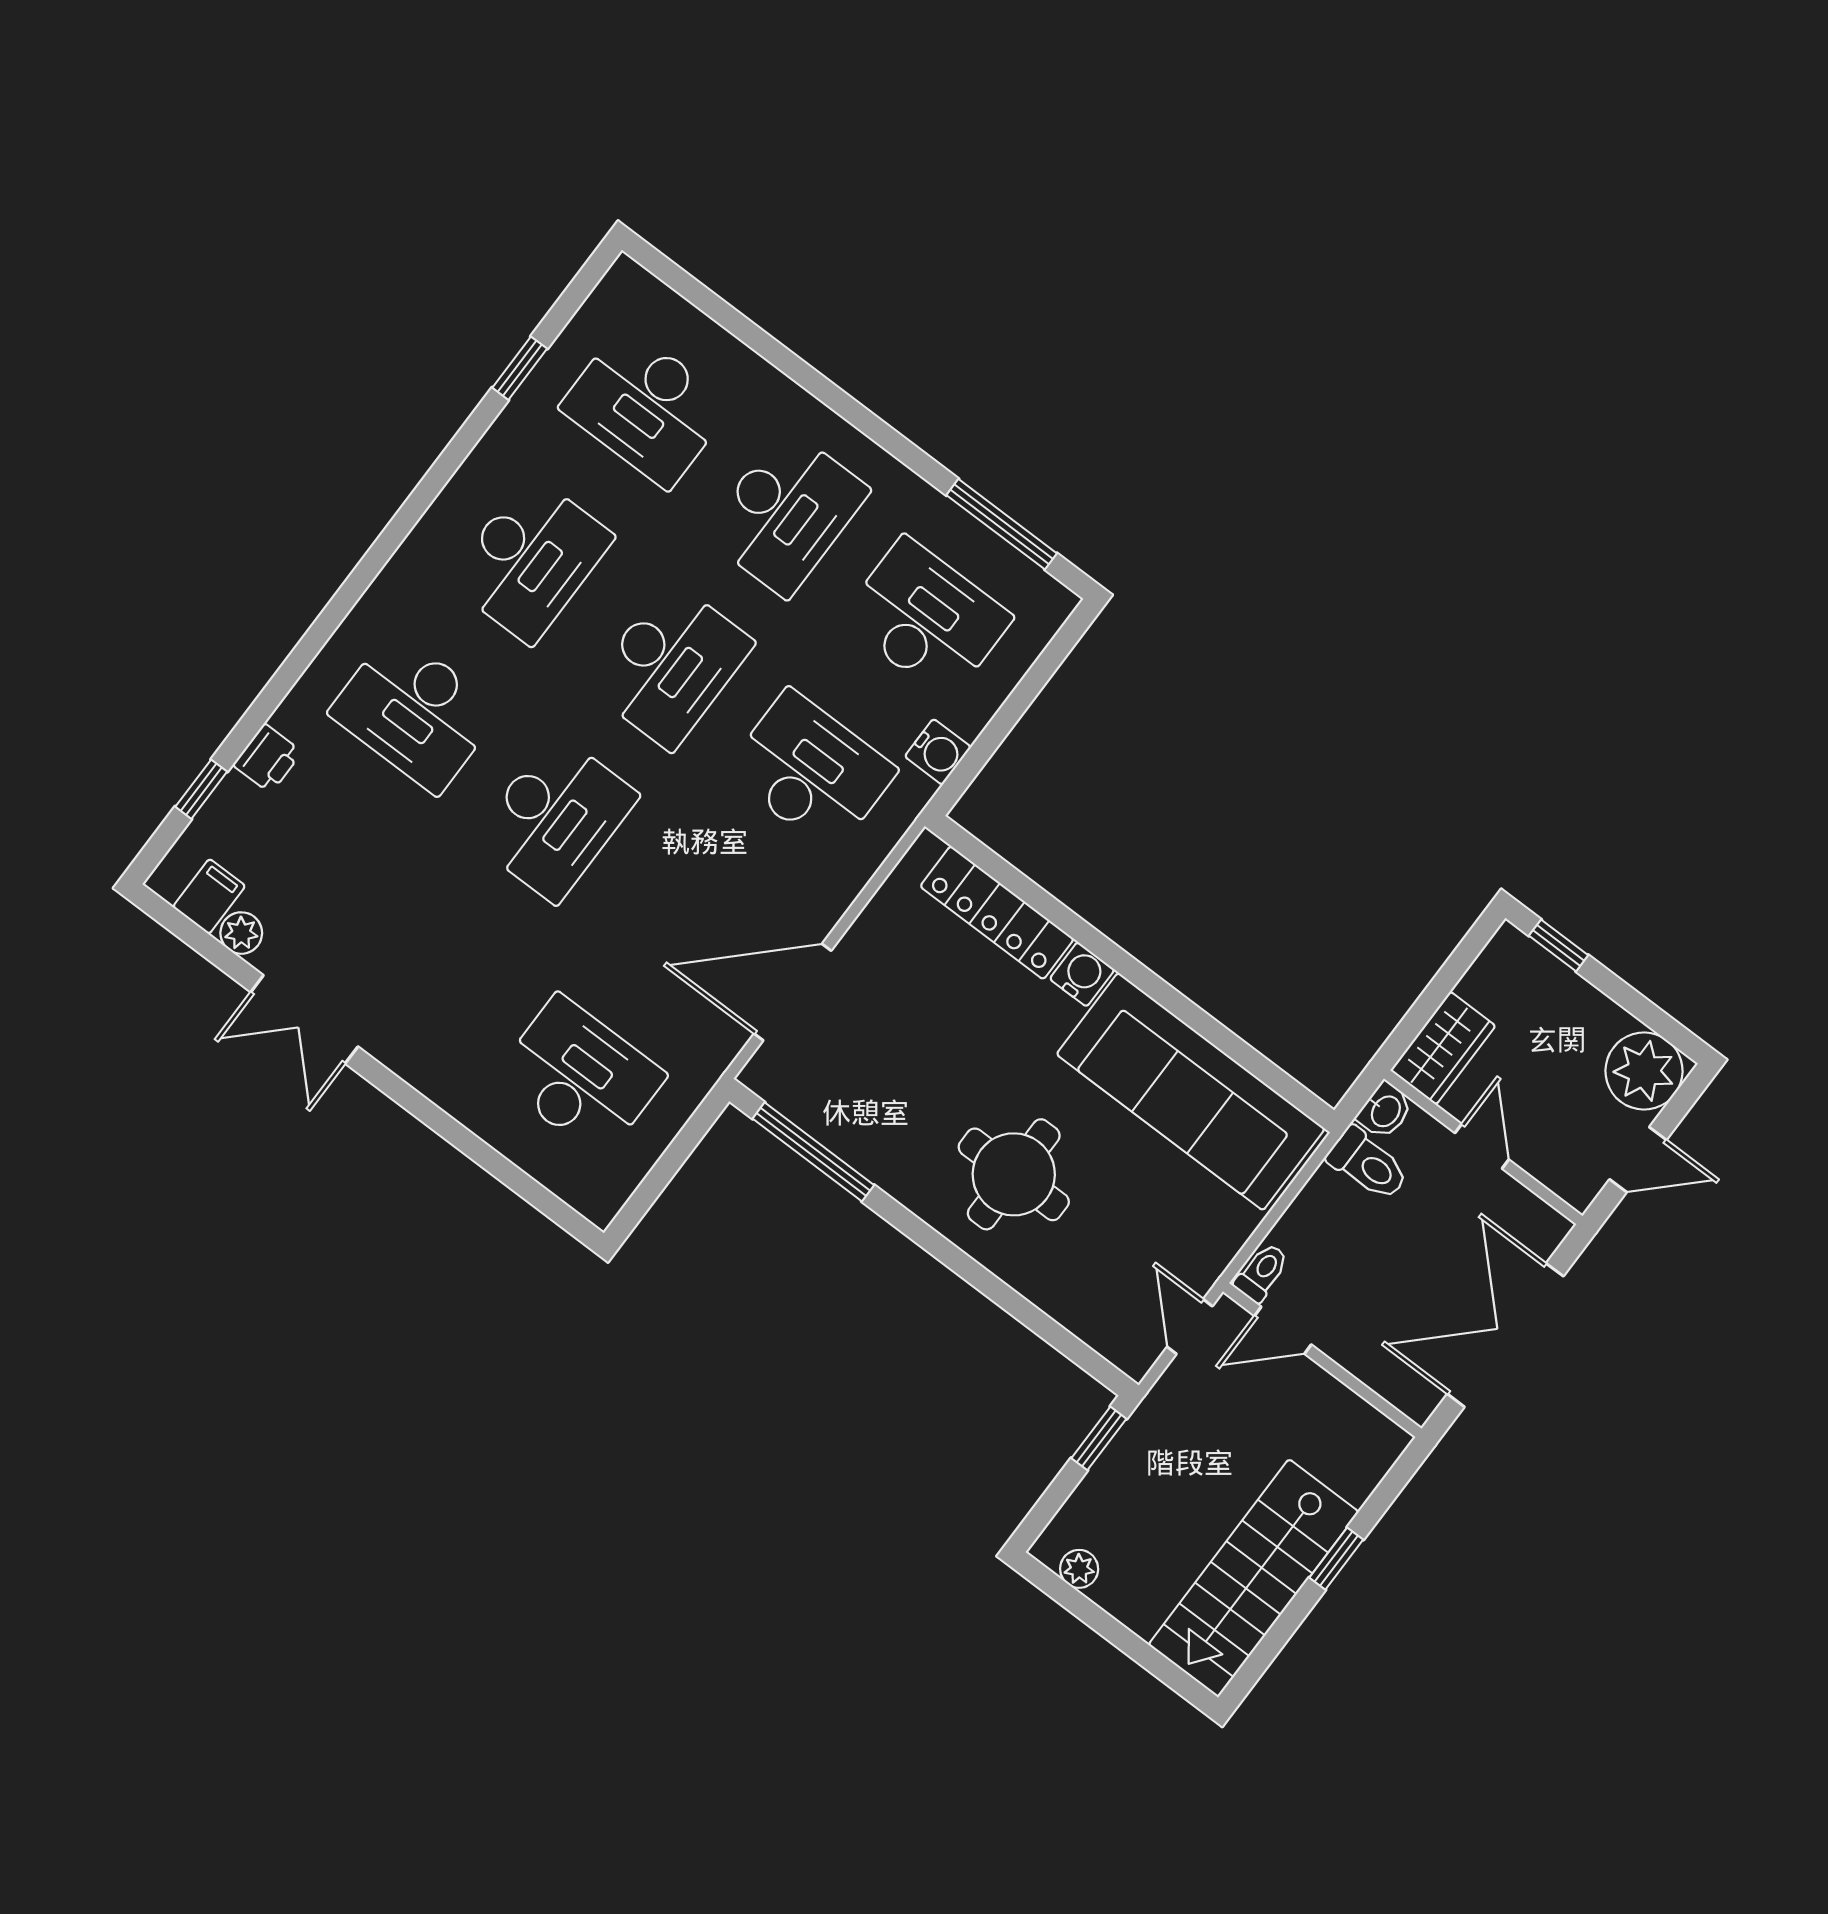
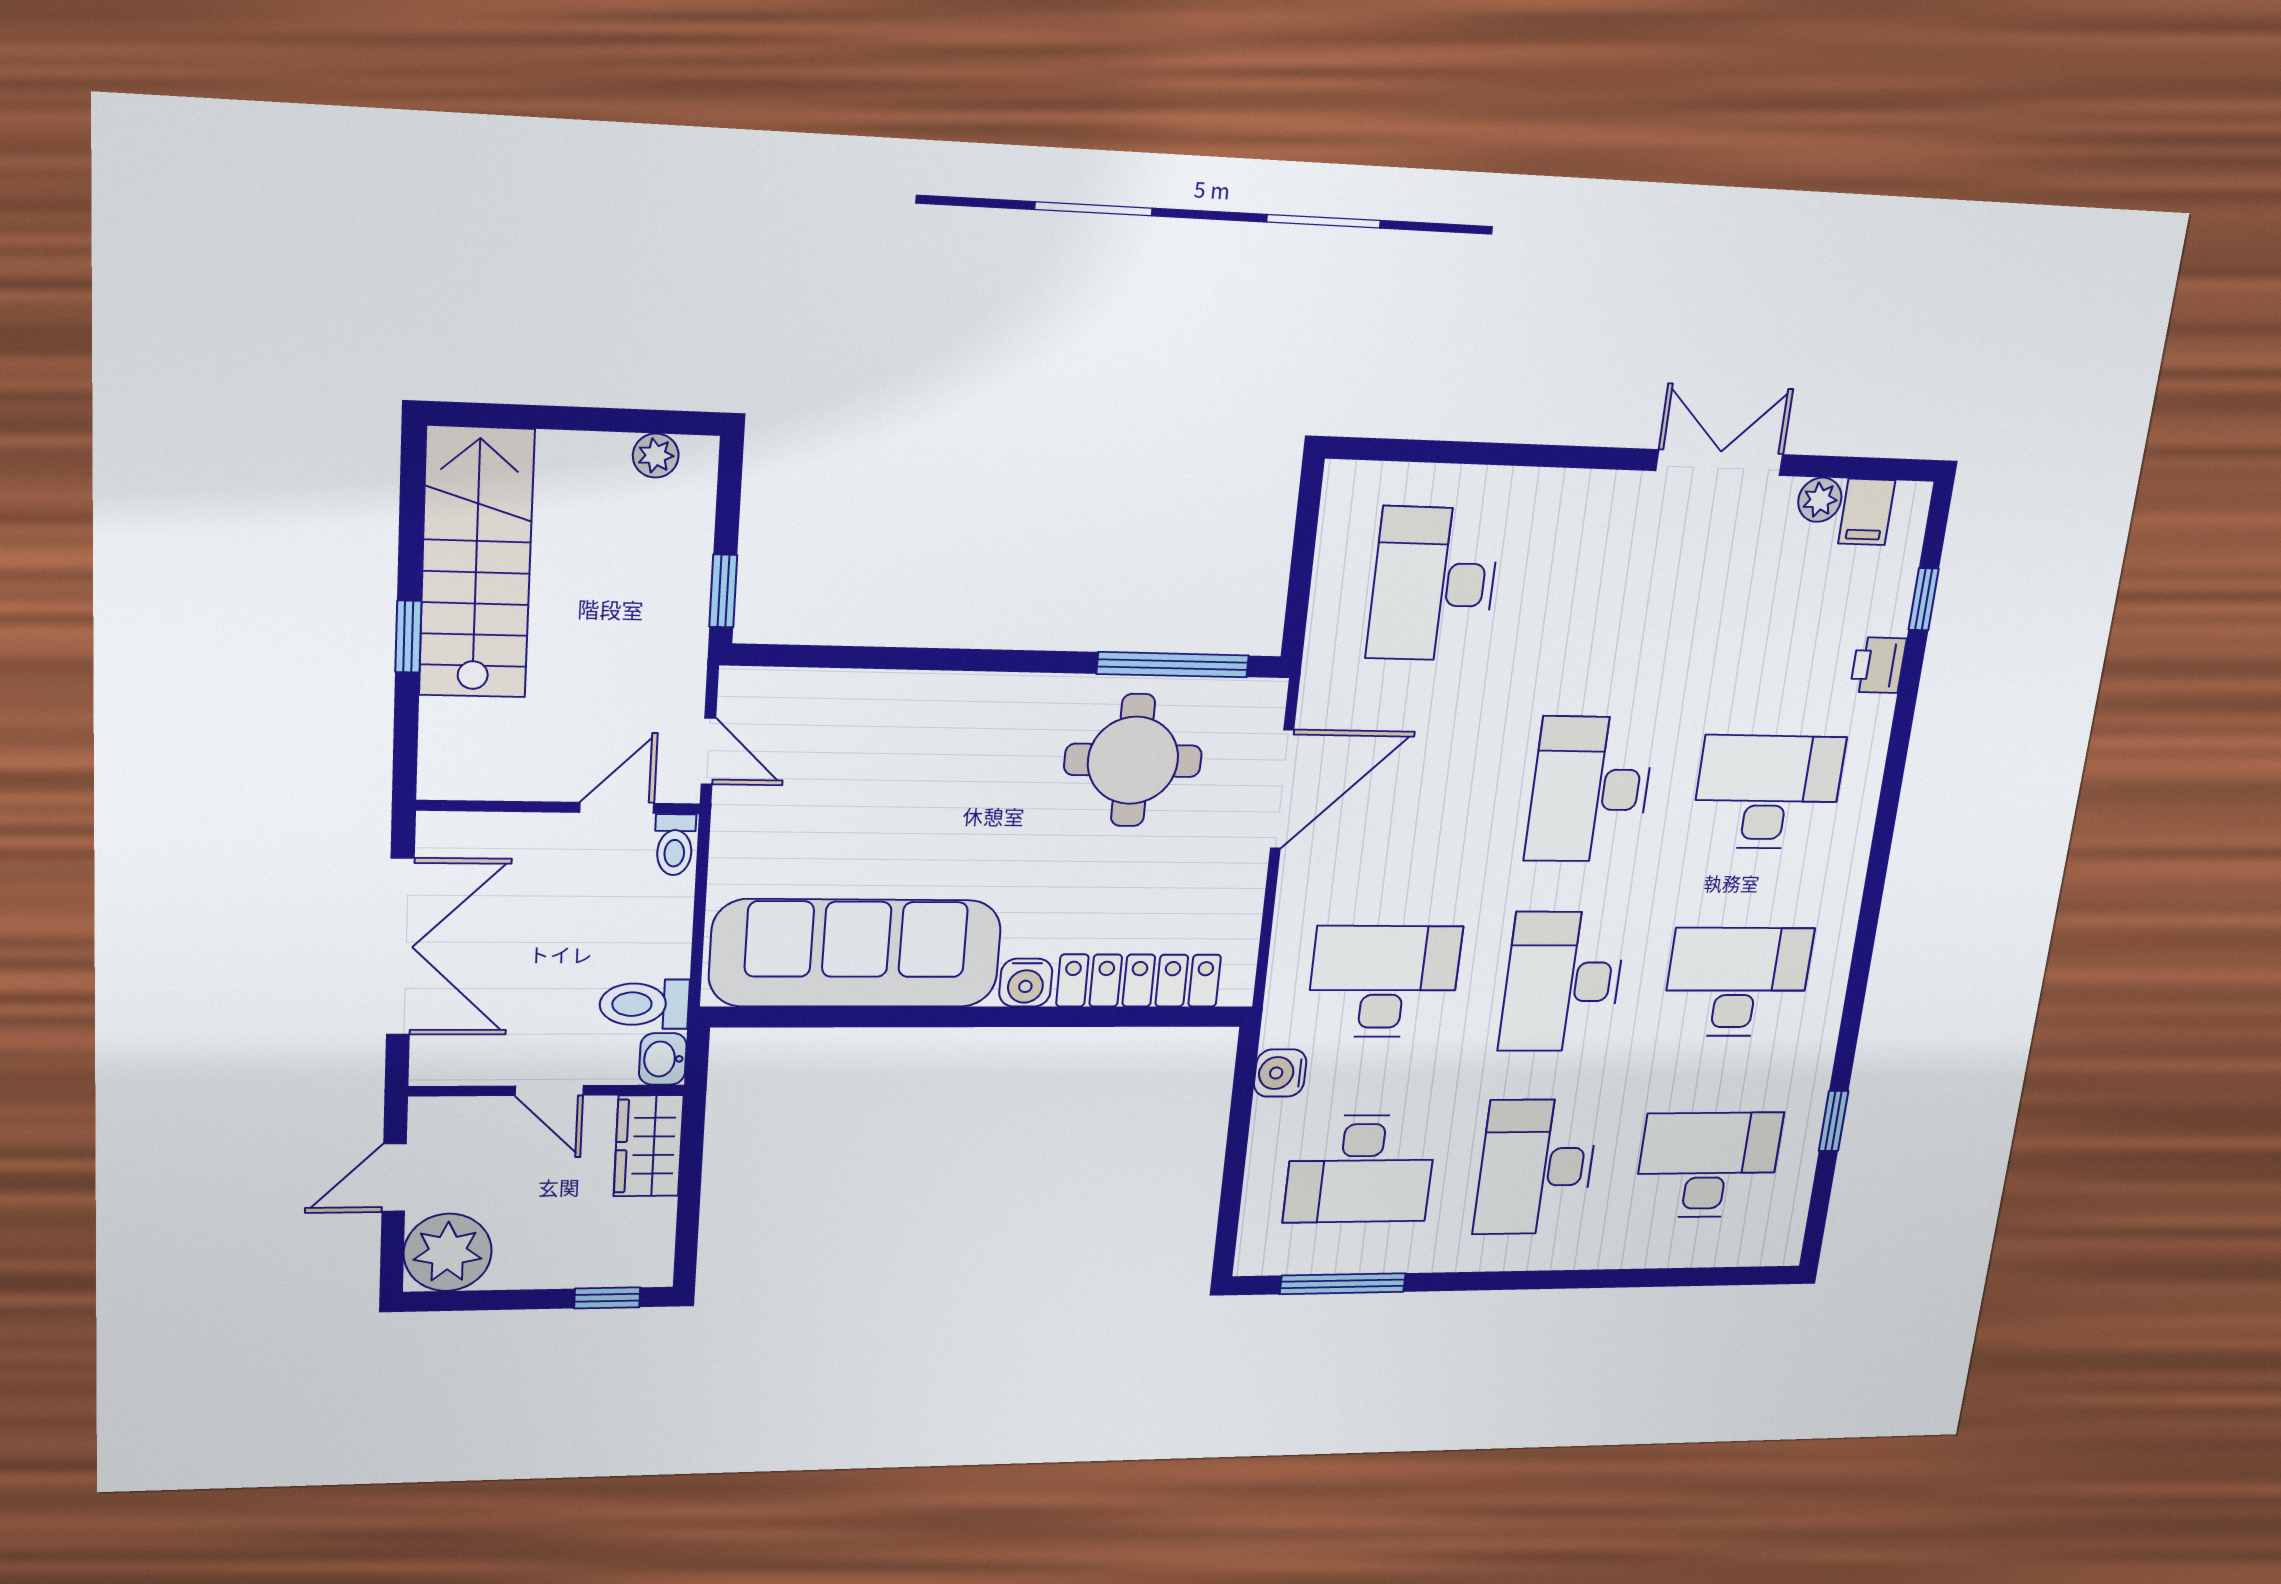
desk: (530, 559) -> (1737, 982), turned 90
desk: (811, 771) -> (1384, 981), turned 180
desk: (580, 1076) -> (1433, 584), turned 90
round table: (1014, 1174) -> (1133, 760), moved

